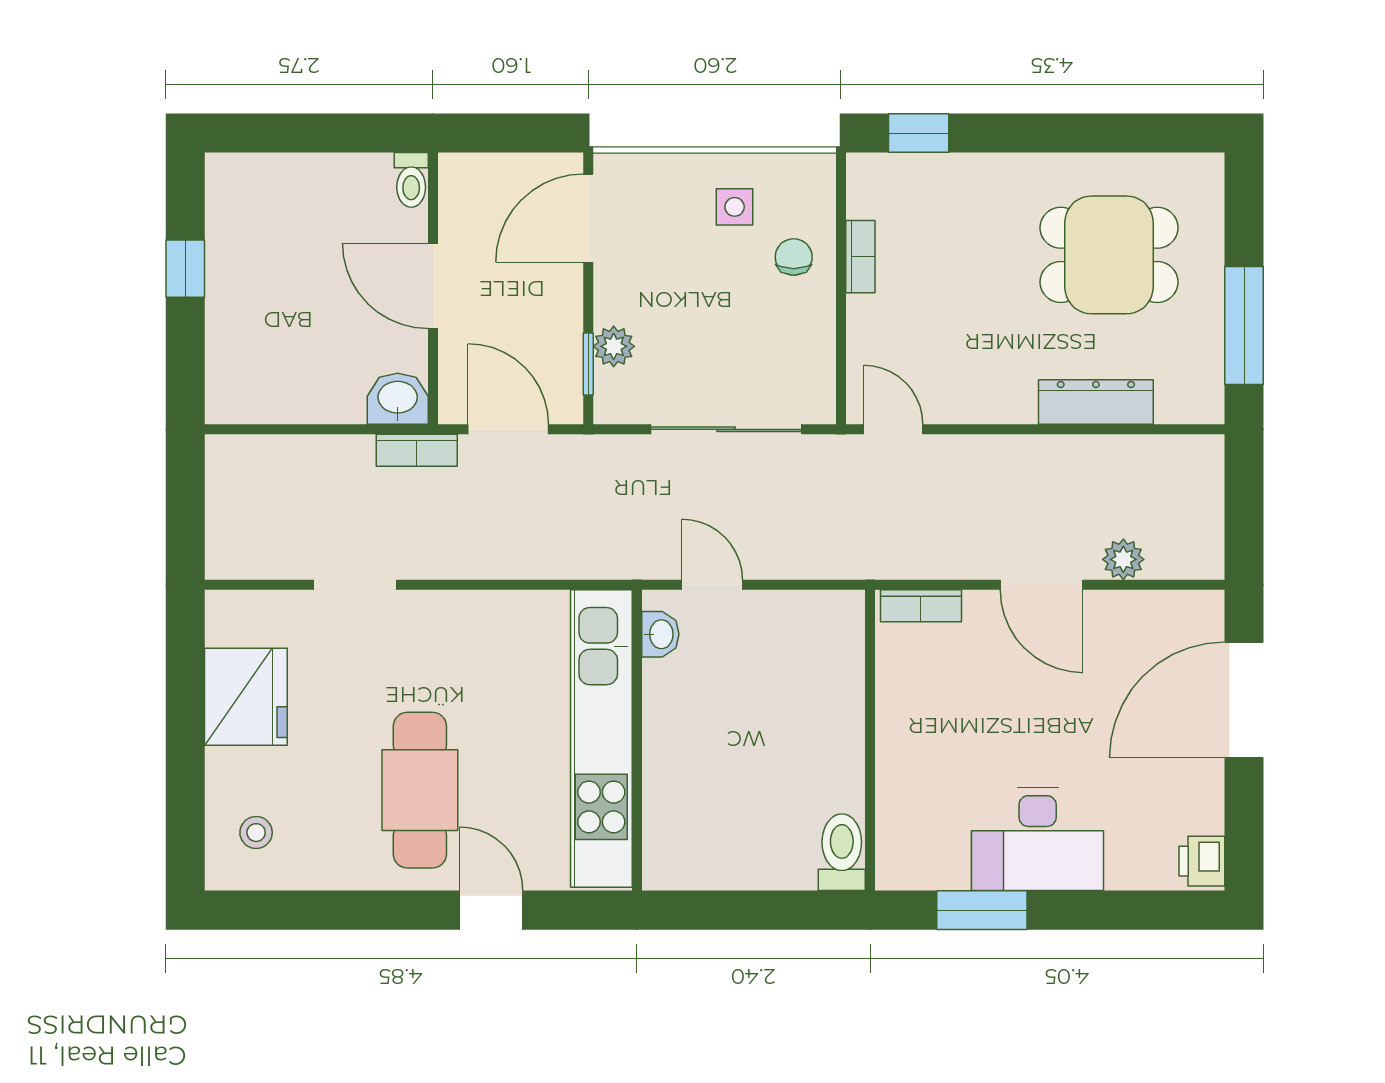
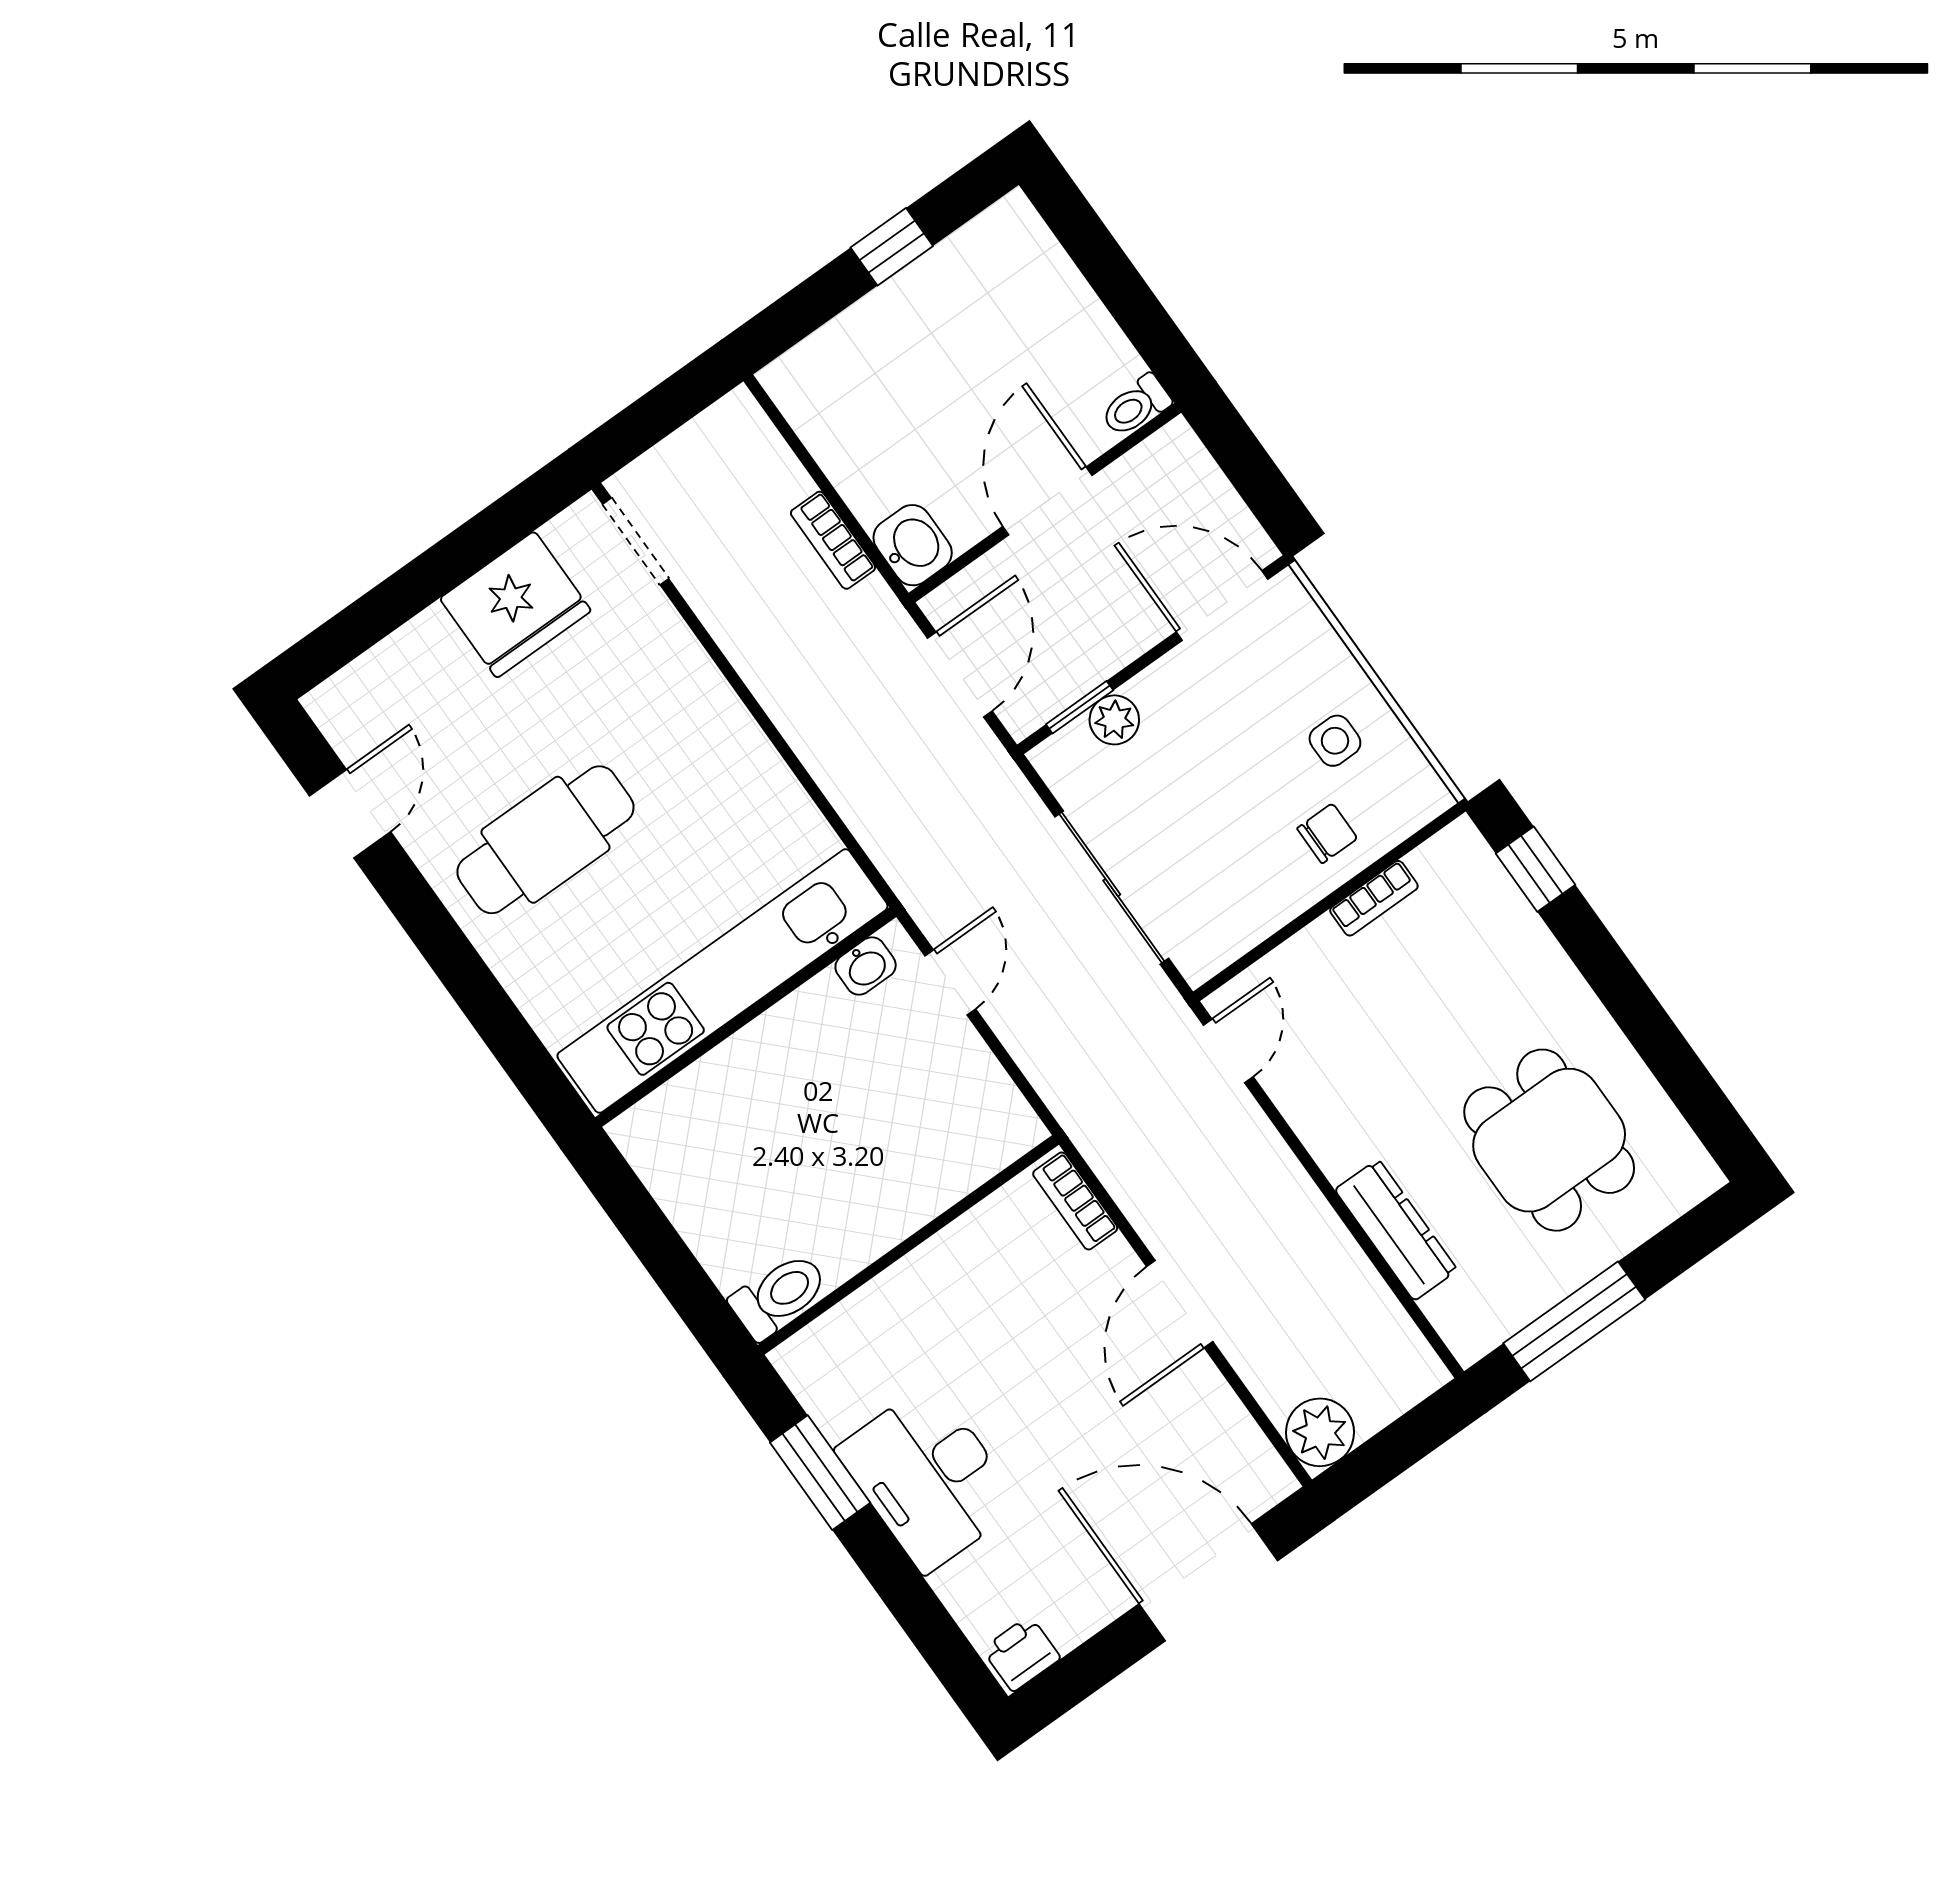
bookcase: (417, 450) -> (833, 540), moved
plant: (1123, 559) -> (1320, 1432), moved, width x1.38, depth x1.38
doorway: (355, 585) -> (636, 541), moved
stool: (256, 833) -> (390, 709), removed
door: (491, 910) -> (350, 814), moved

